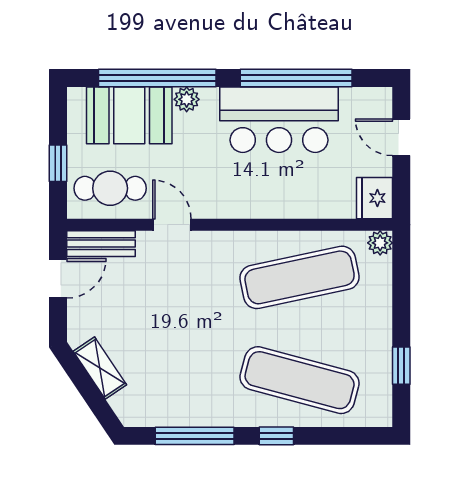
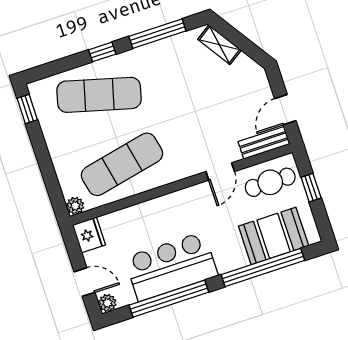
plant: (187, 99) -> (107, 303), moved
door: (172, 225) -> (220, 172), hinge flipped
window: (401, 366) -> (27, 109), moved
shelving: (100, 368) -> (219, 45), moved

